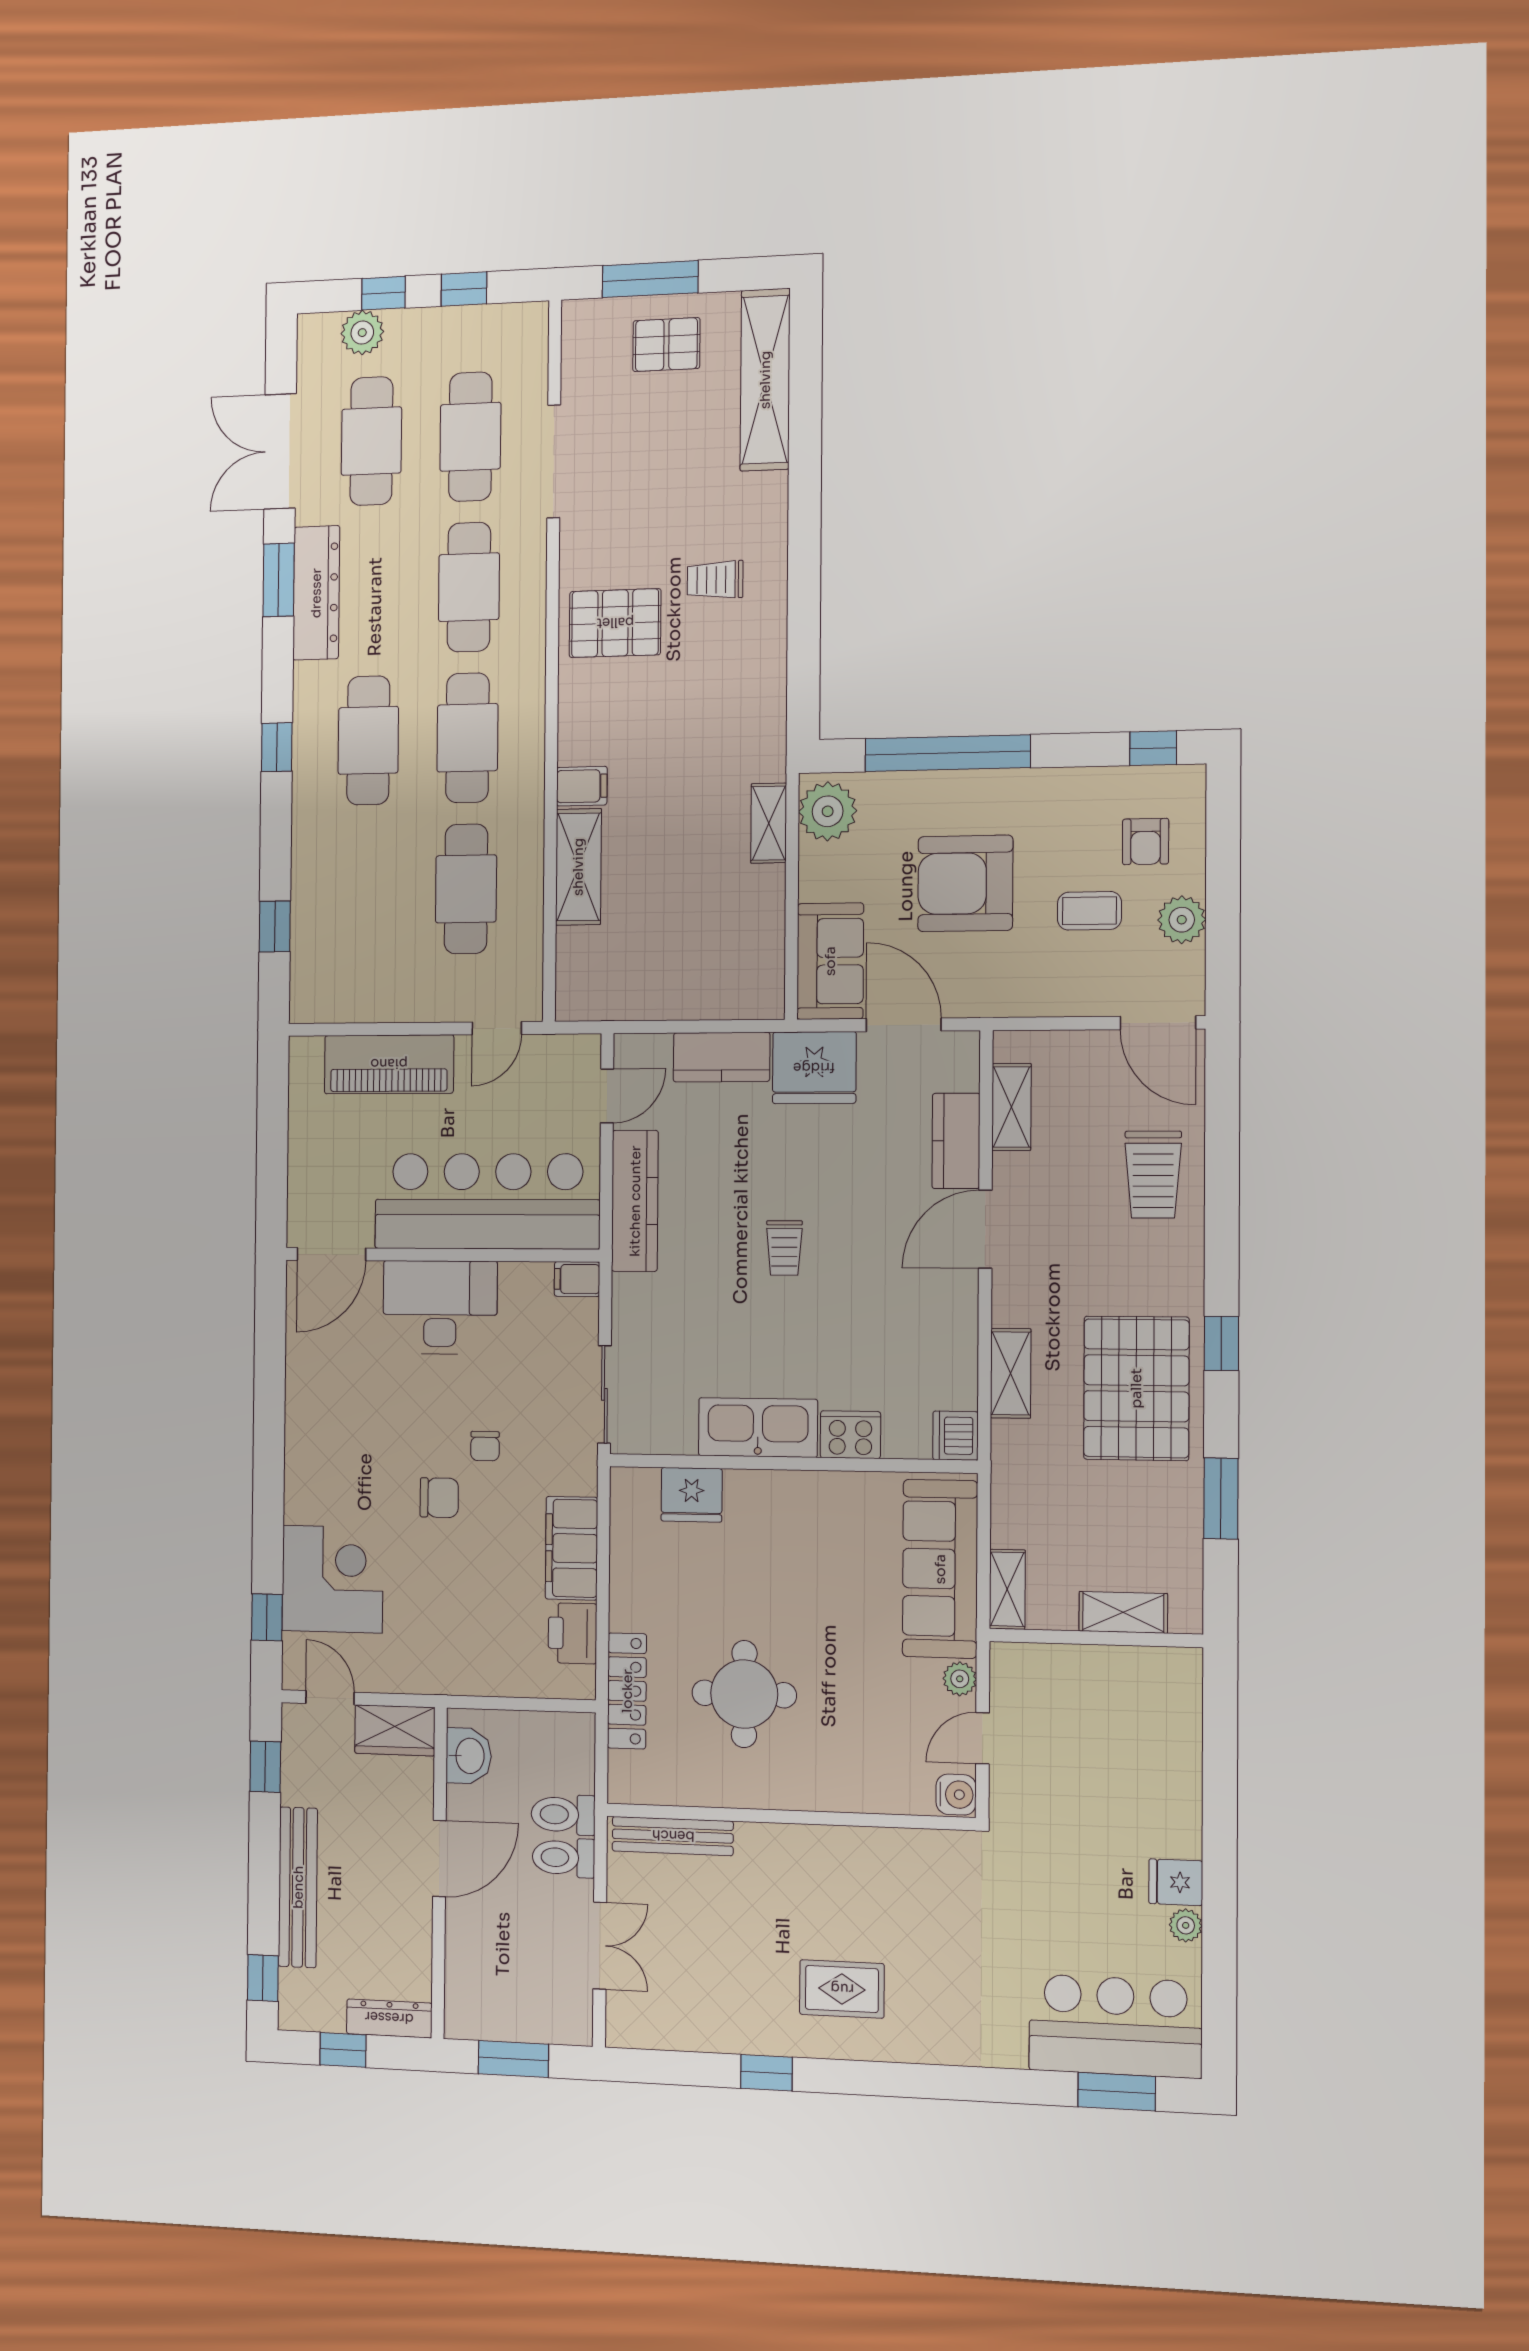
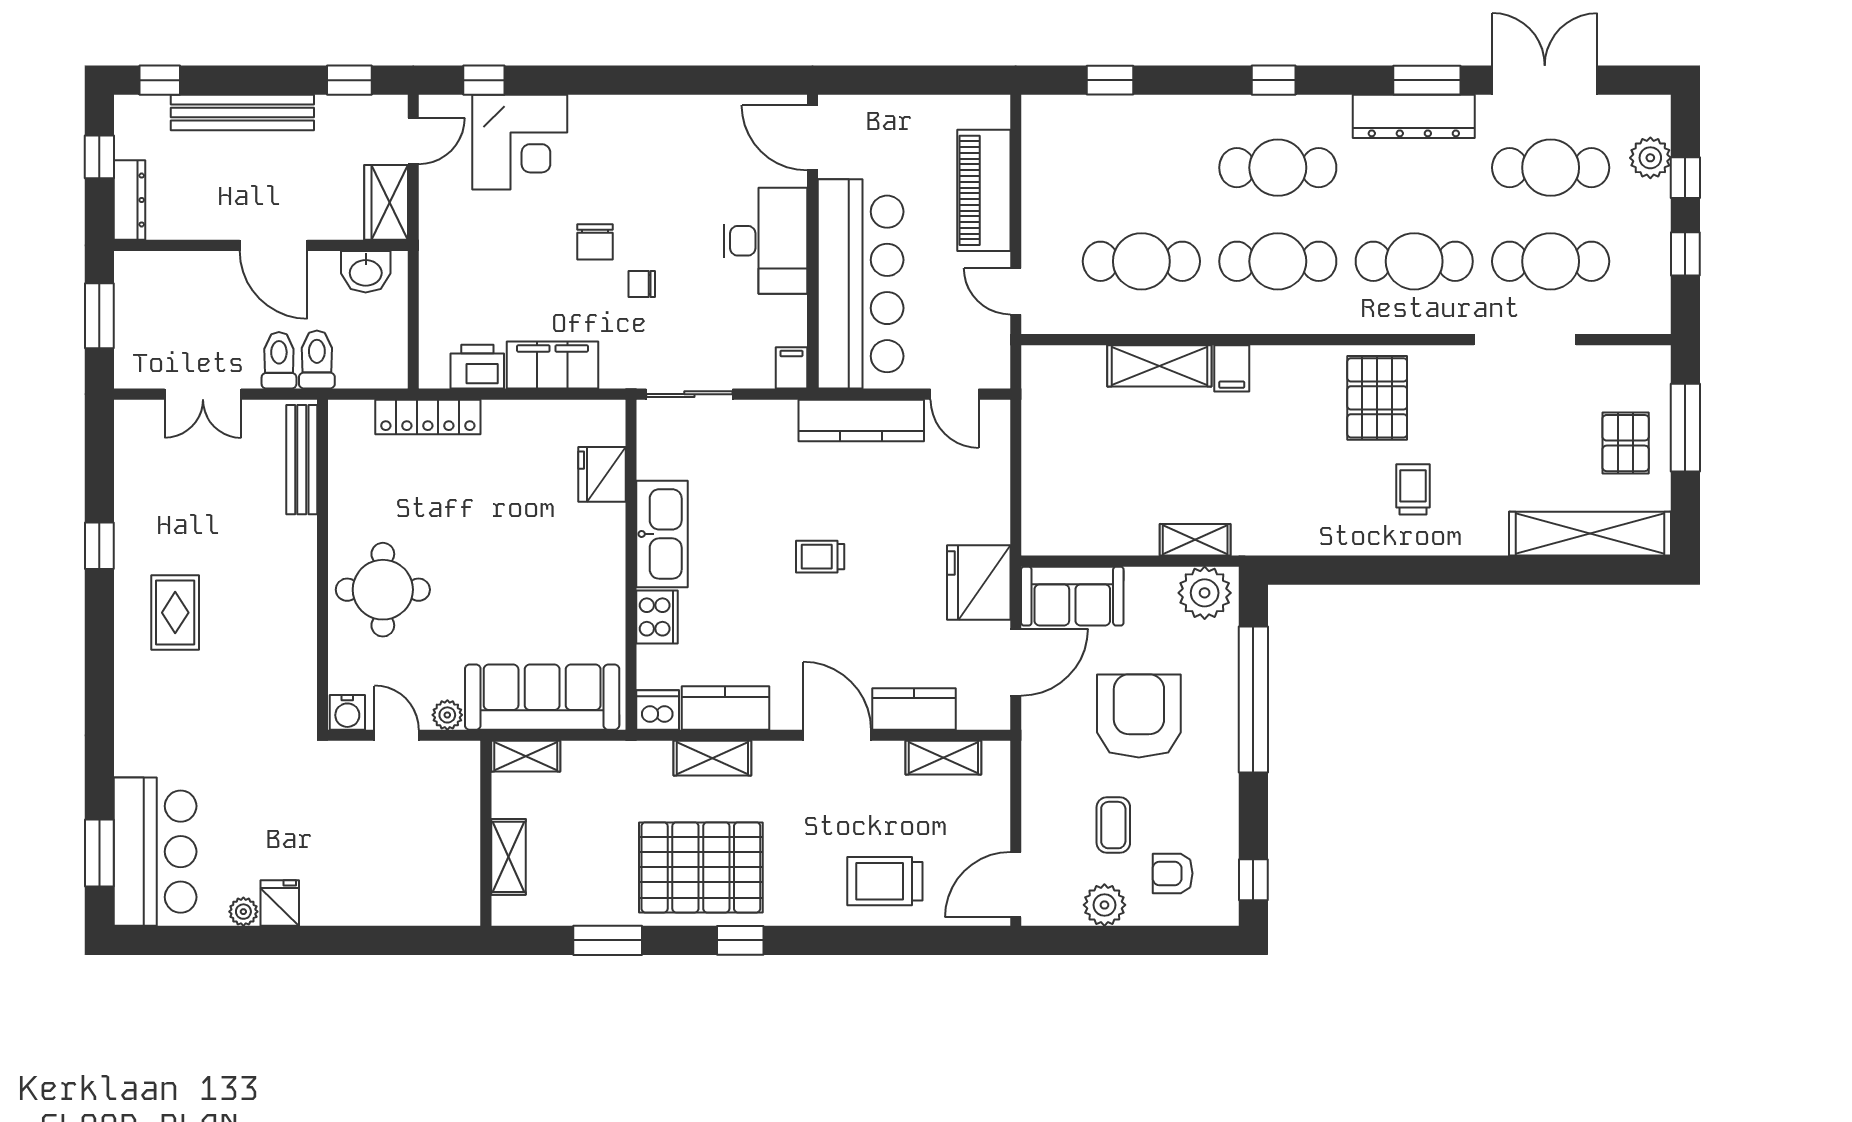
kitchen counter: (722, 1057) -> (725, 708), moved, turned 90
round table: (744, 1694) -> (383, 590), moved

